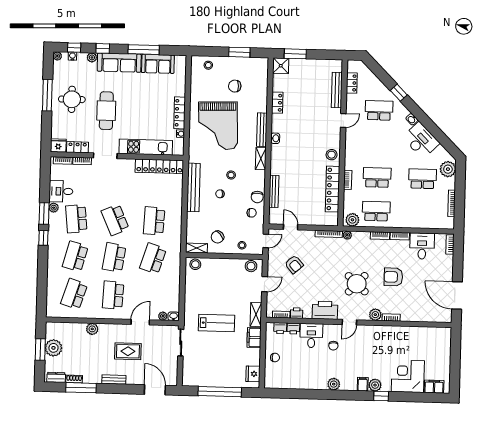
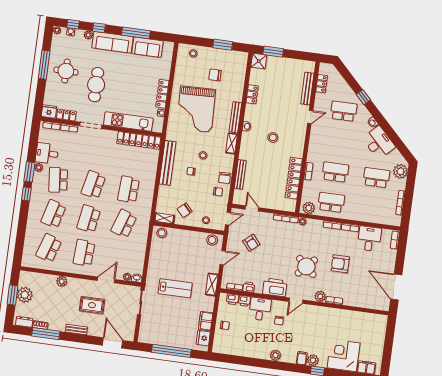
stool: (332, 155) -> (273, 137), moved
school desk: (115, 220) -> (93, 185), turned 36
filing cabinet: (254, 338) -> (206, 321), moved

